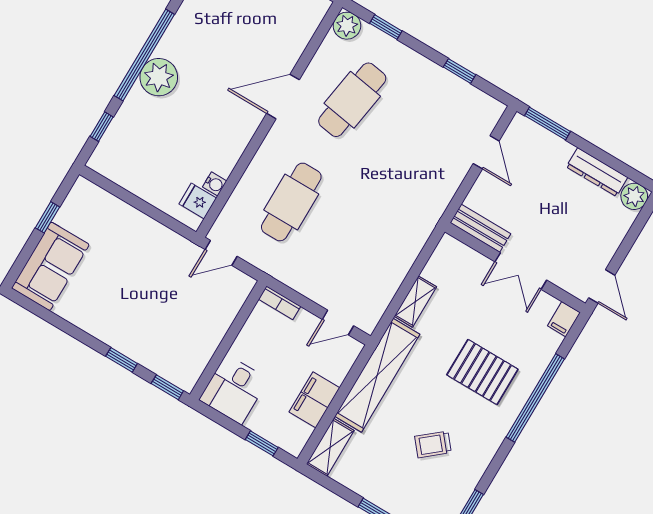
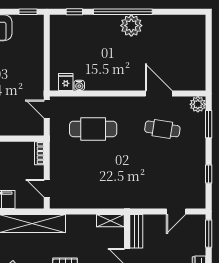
window: (386, 27) -> (209, 124), width x1.50
plant: (159, 77) -> (131, 26), moved
door: (283, 97) -> (159, 93), moved
cafe table: (352, 100) -> (162, 129), width x0.73, depth x0.74
window: (48, 217) -> (28, 12), moved
shelving: (415, 302) -> (110, 221), moved

